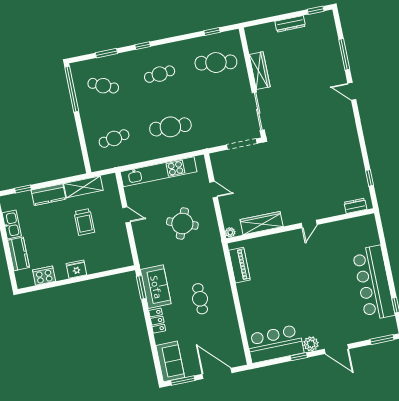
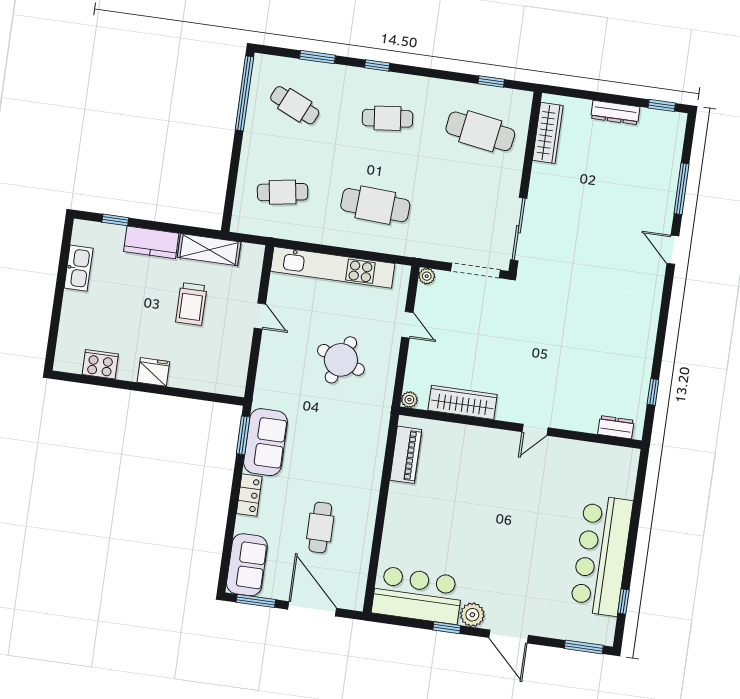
wardrobe: (260, 71) -> (548, 133), moved
plant: (215, 157) -> (427, 276), added
kitchen counter: (18, 254) -> (73, 317), removed
cafe table: (200, 299) -> (320, 527), moved

